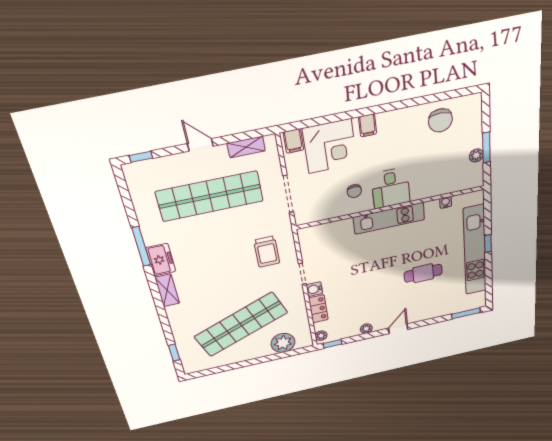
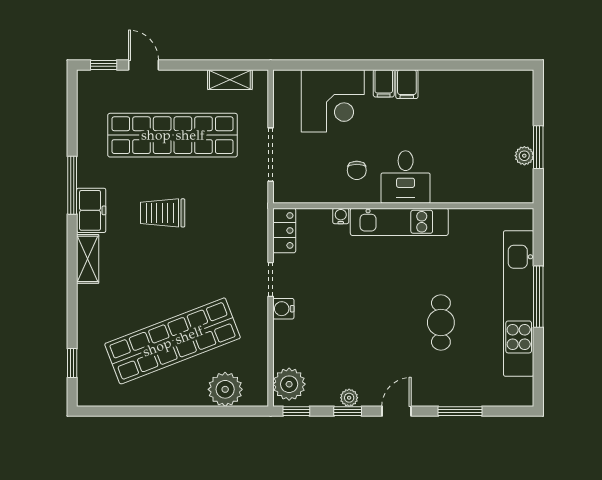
chair: (440, 120) -> (478, 97), removed
filing cabinet: (293, 141) -> (407, 84), moved
door: (200, 145) -> (144, 65), moved
water cooler: (446, 202) -> (341, 216), moved
window: (488, 244) -> (538, 297), width x2.17
trolley: (267, 252) -> (163, 213), moved, turned 90
cafe table: (423, 273) -> (441, 322), turned 90
locker: (318, 309) -> (284, 230), moved
window: (466, 313) -> (460, 411), moved
plant: (321, 336) -> (289, 384), width x1.87, depth x1.87
window: (366, 336) -> (348, 411), added

